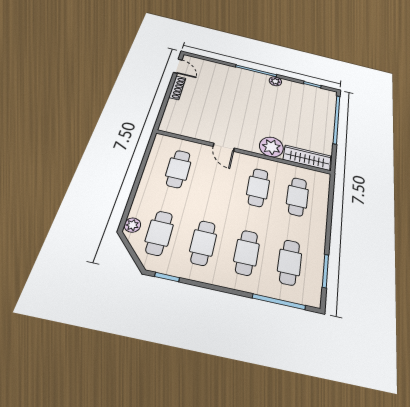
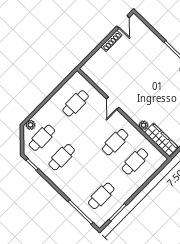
plant: (271, 147) -> (143, 125), width x0.53, depth x0.53
cafe table: (247, 253) -> (81, 176), removed

